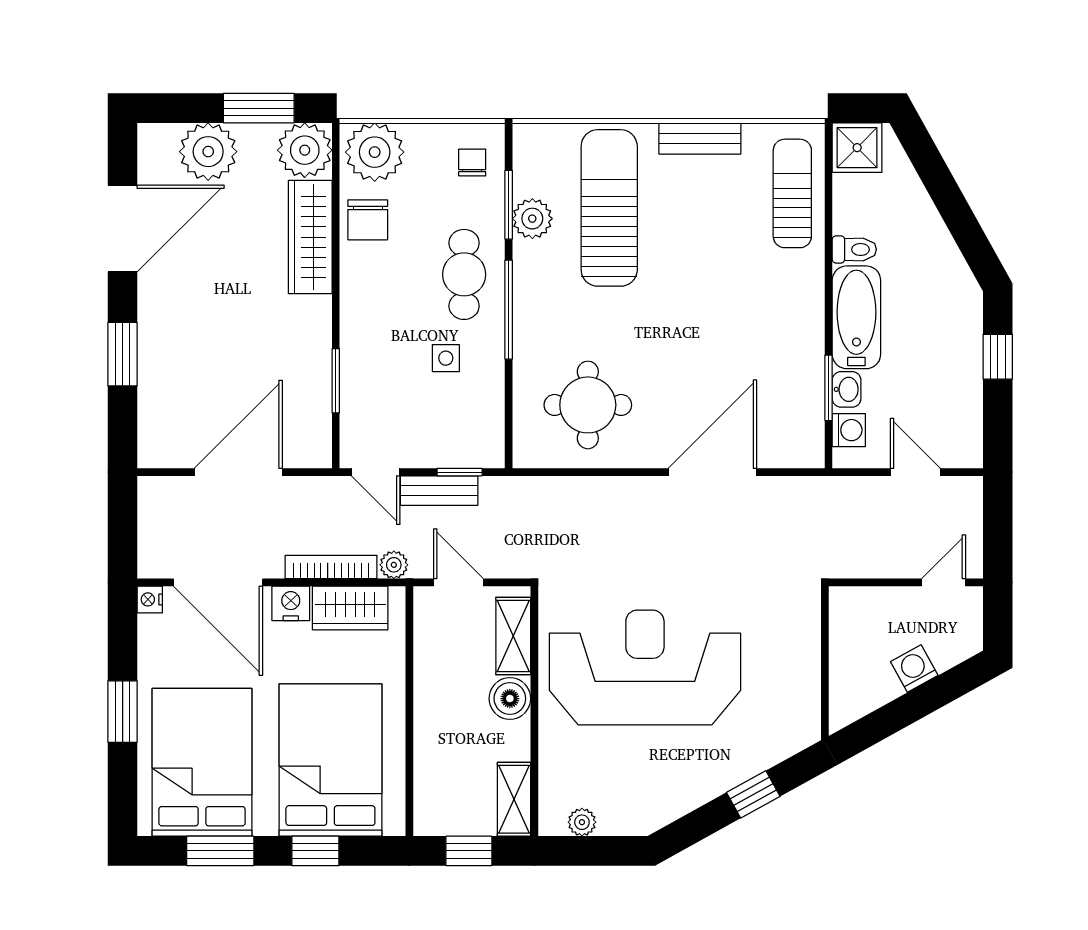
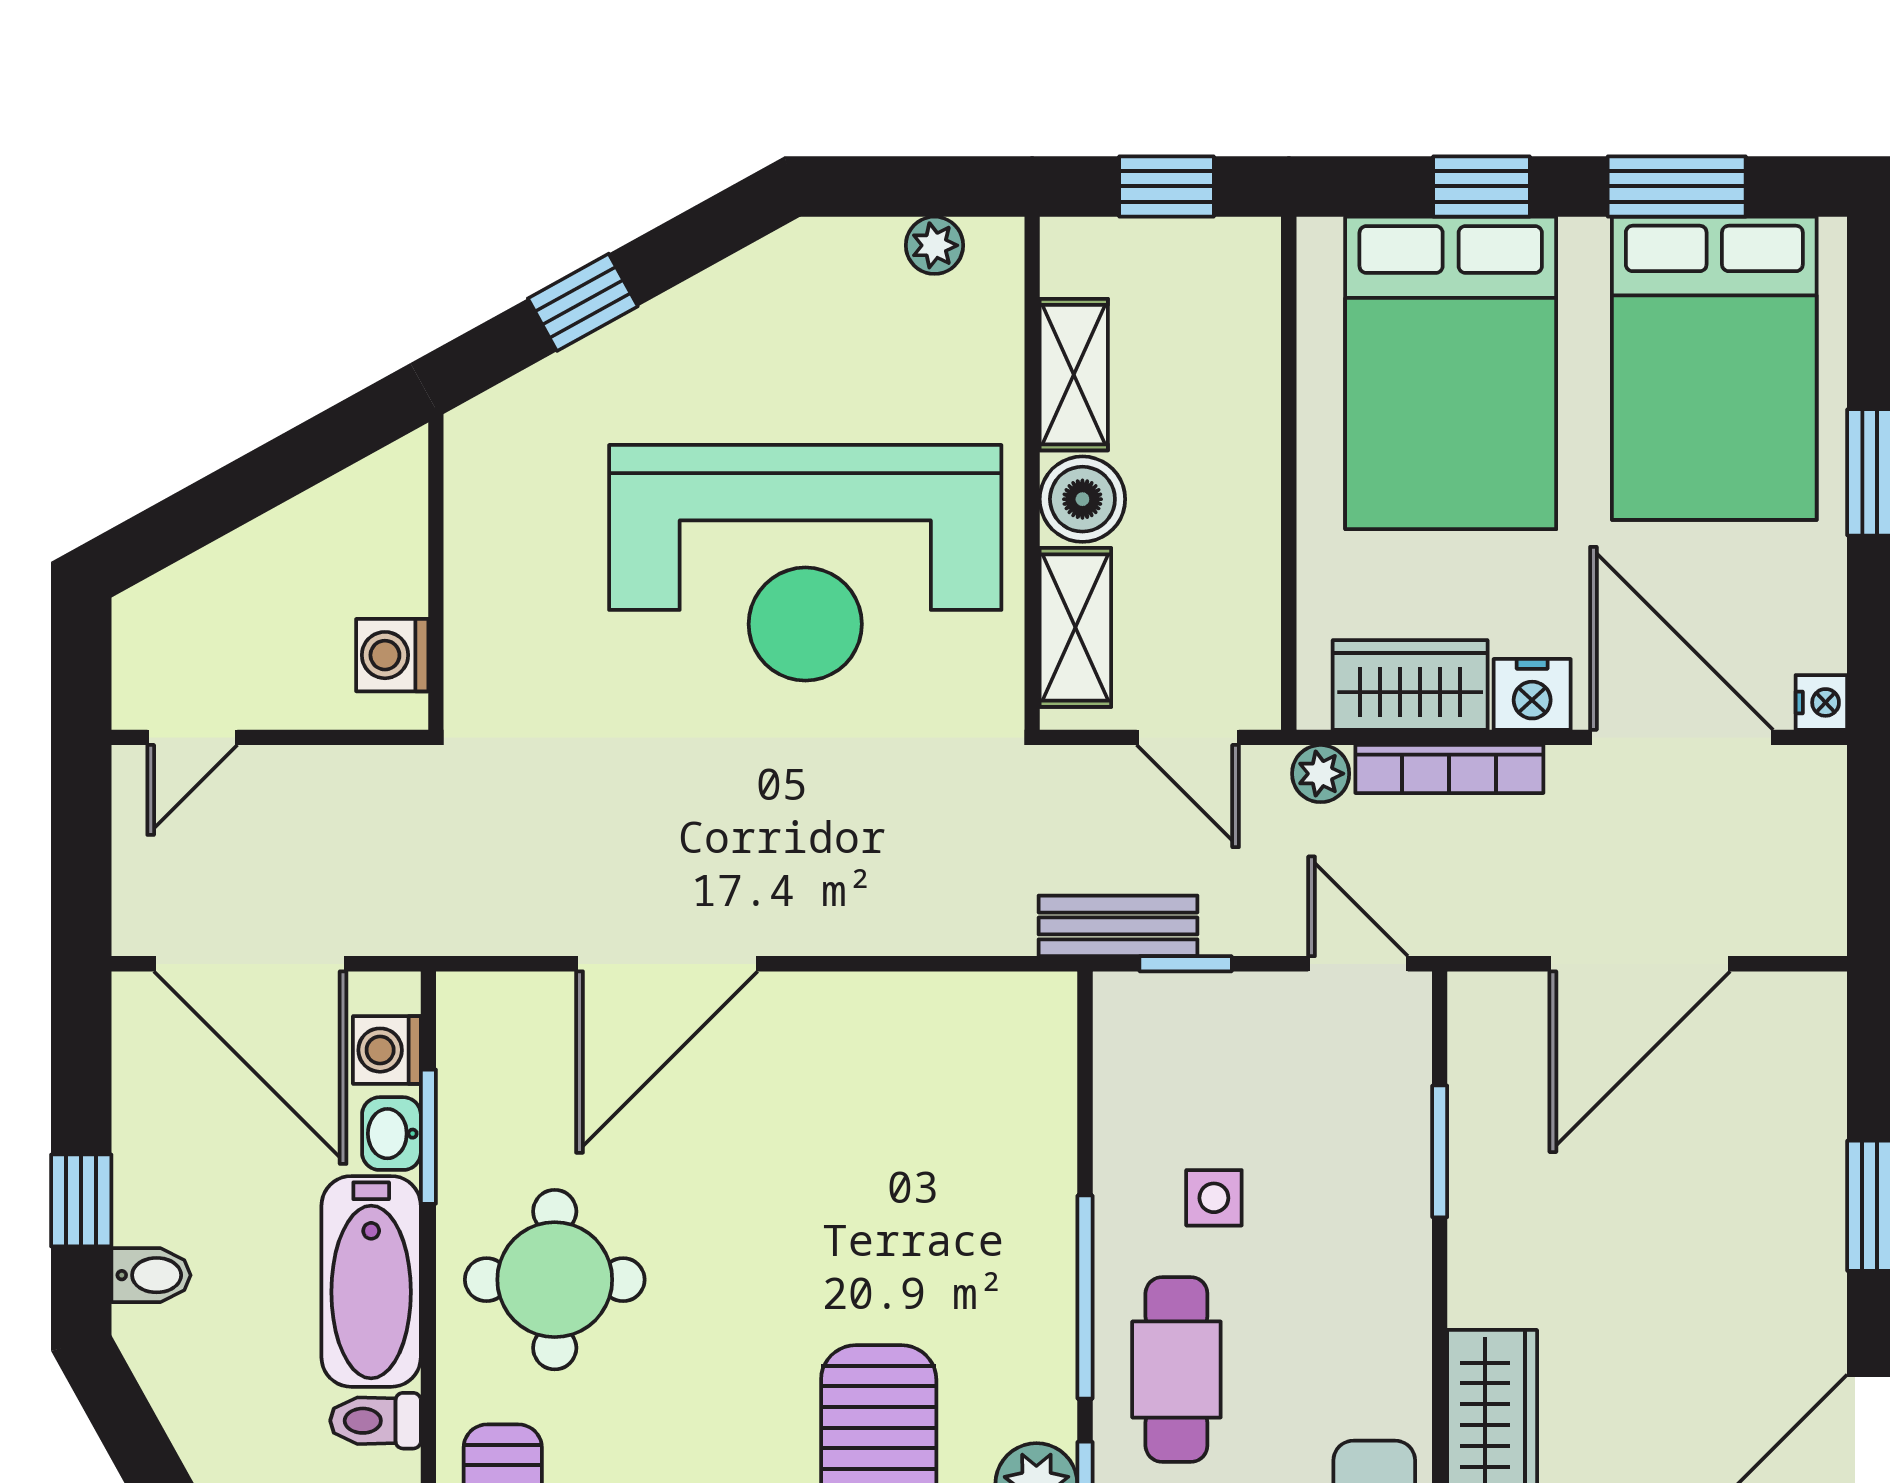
bidet: (964, 320) -> (151, 1275), added
round table: (588, 405) -> (555, 1280), moved
door: (915, 472) -> (250, 964), width x1.88
bench: (439, 491) -> (1118, 926), moved
washing machine: (914, 668) -> (392, 655), moved, turned 119
shelving: (514, 799) -> (1074, 375), moved

